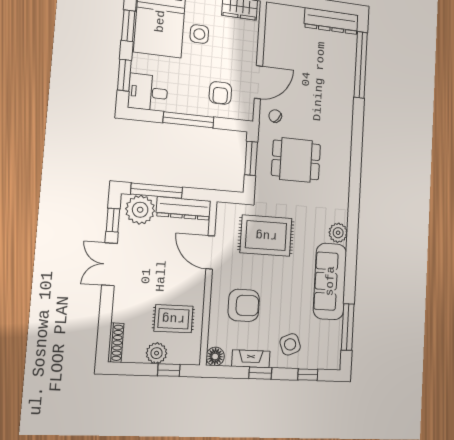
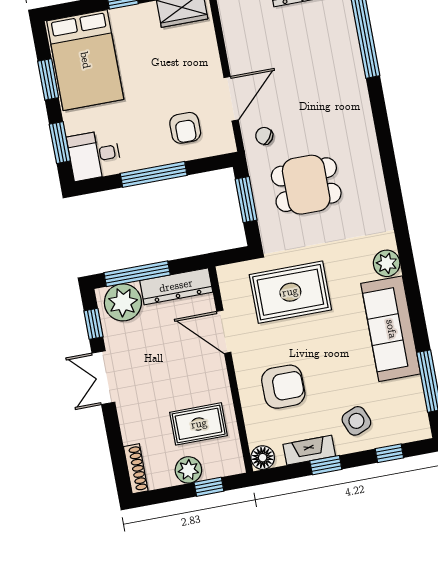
side table: (199, 34) -> (139, 61), removed

